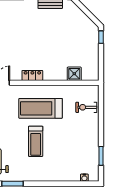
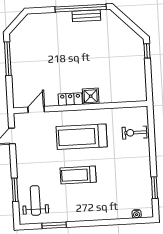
shower: (74, 74) -> (91, 96), moved
treadmill: (36, 141) -> (78, 175), turned 90

